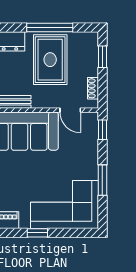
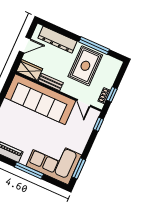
window: (102, 57) -> (112, 94), moved
window: (102, 180) -> (79, 168), moved
window: (37, 233) -> (29, 171), width x2.17

